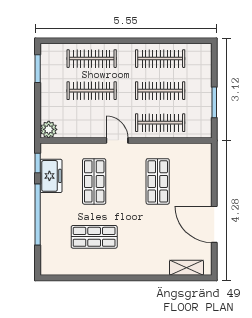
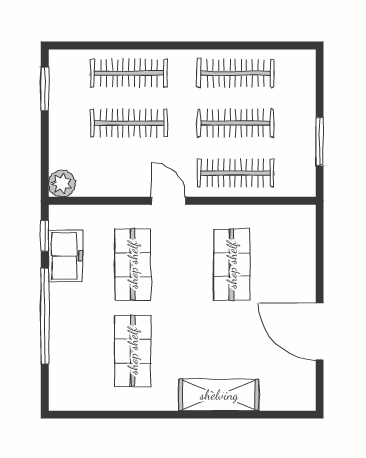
shop shelf: (94, 237) -> (133, 351), turned 90
shelving: (186, 268) -> (219, 395), moved, width x1.50, depth x1.33

